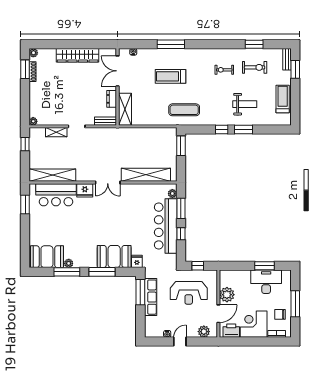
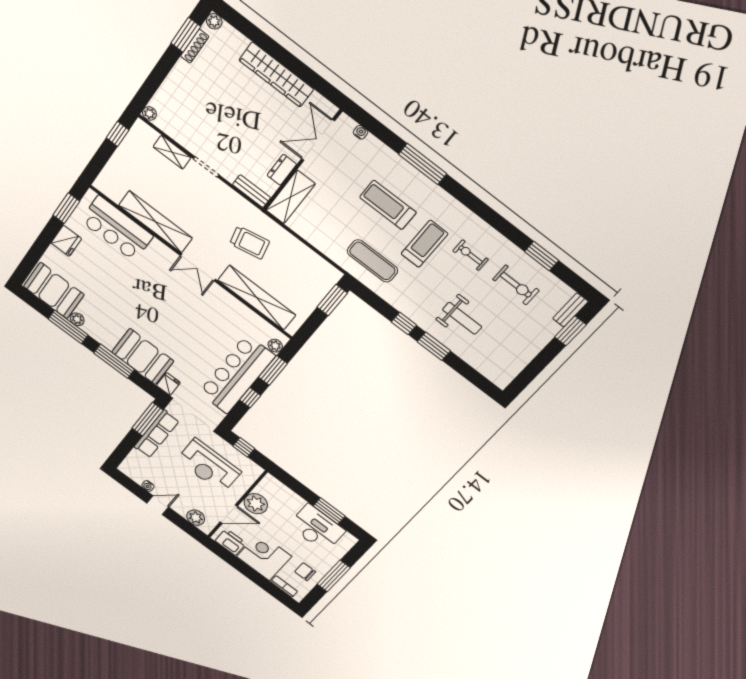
treadmill: (283, 99) -> (424, 244), moved
trolley: (123, 148) -> (250, 243), added
shelving: (53, 175) -> (156, 222), moved
fridge: (85, 190) -> (66, 241), moved, turned -90

